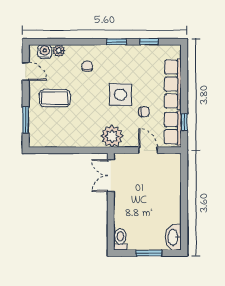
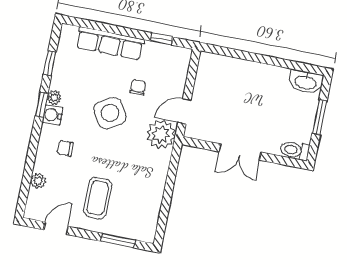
plant: (124, 50) -> (54, 98), added
water cooler: (45, 52) -> (52, 115), moved
side table: (121, 95) -> (110, 113), turned -31
row of seats: (173, 128) -> (166, 55), removed
door: (148, 150) -> (184, 111), moved
double door: (111, 176) -> (240, 152), moved

